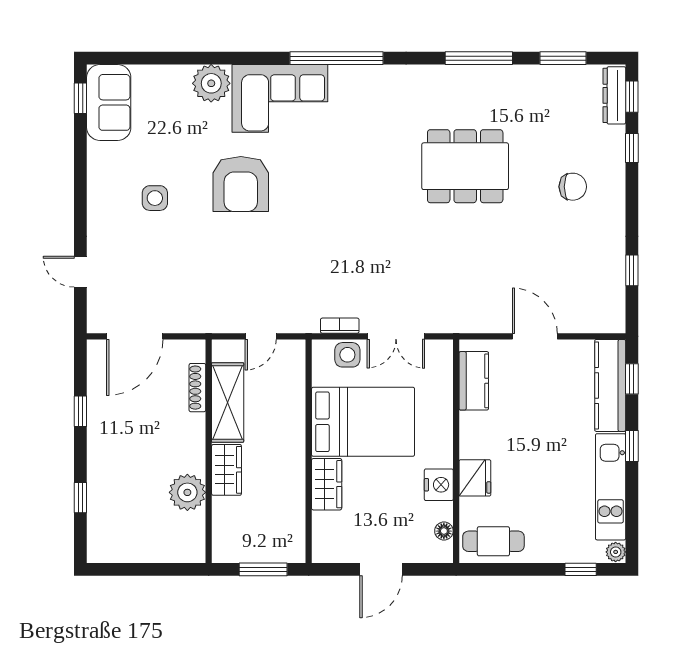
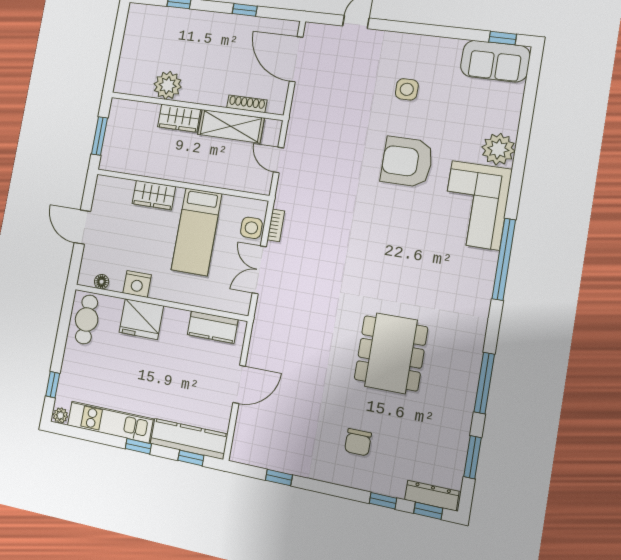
bed: (363, 422) -> (196, 232), width x0.67
fridge: (475, 478) -> (141, 319), width x1.36, depth x1.34

